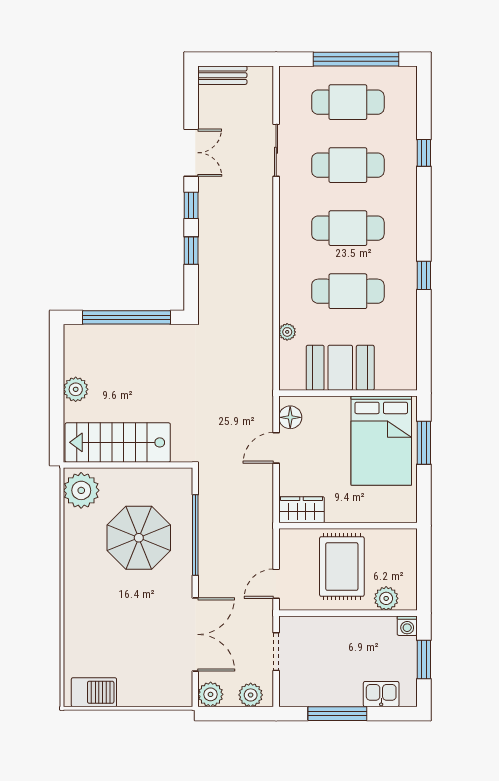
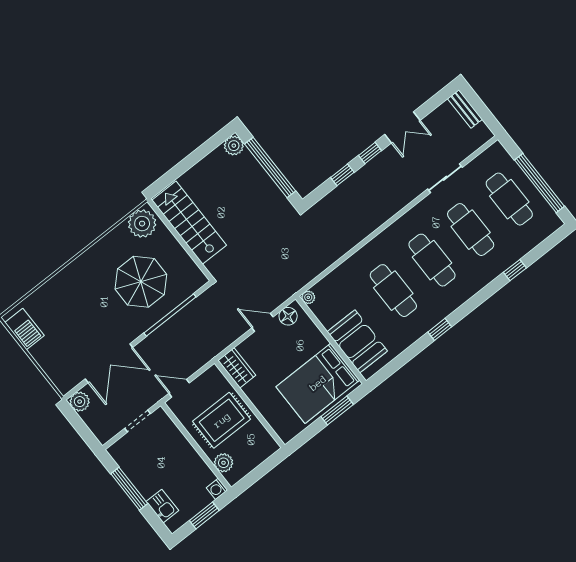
plant: (287, 332) -> (308, 297), moved
booth: (340, 368) -> (357, 341), moved
plant: (76, 389) -> (234, 146), moved
plant: (251, 695) -> (99, 426), removed

